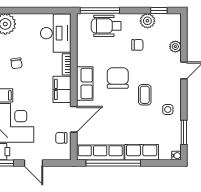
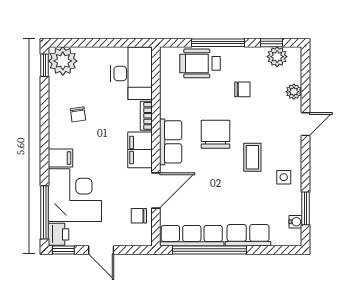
window: (100, 11) -> (218, 43), moved
plant: (147, 21) -> (277, 57), moved
water cooler: (176, 156) -> (295, 222), moved

